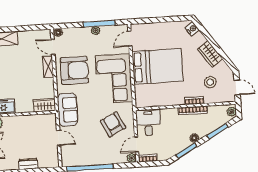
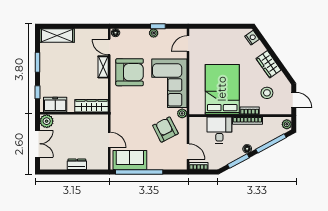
window: (99, 24) -> (158, 26), width x0.46
bed: (157, 66) -> (222, 89), moved, turned -90
wardrobe: (45, 105) -> (91, 106), width x1.50
sofa: (68, 110) -> (130, 160), moved, turned -90
desk: (148, 123) -> (219, 130), moved
window: (217, 131) -> (271, 143), width x1.44
door: (137, 144) -> (188, 152), swing flipped
plant: (132, 158) -> (182, 113), moved

